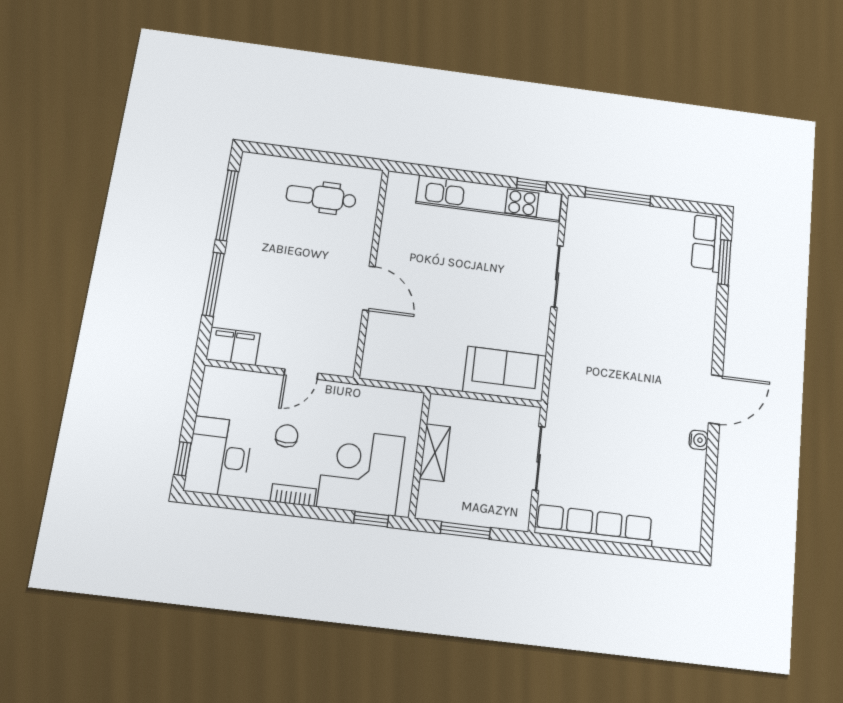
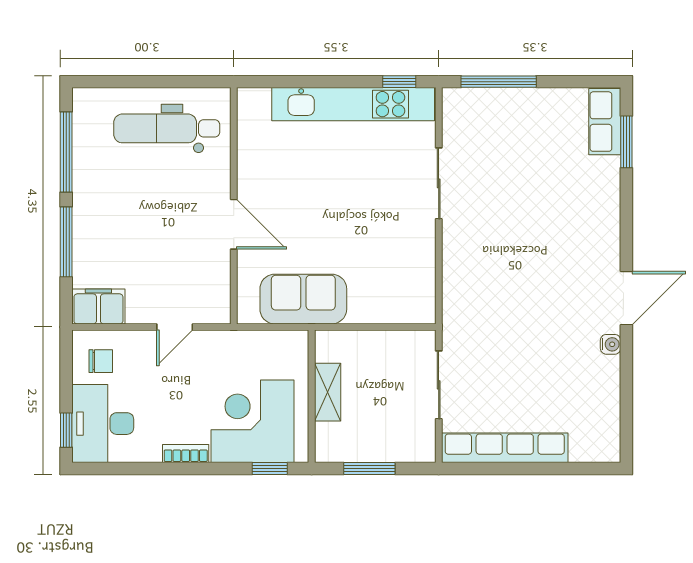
dental chair: (321, 197) -> (167, 128), width x1.36, depth x1.38
sofa: (505, 374) -> (303, 299), moved
chair: (287, 436) -> (101, 361), moved, turned 90

